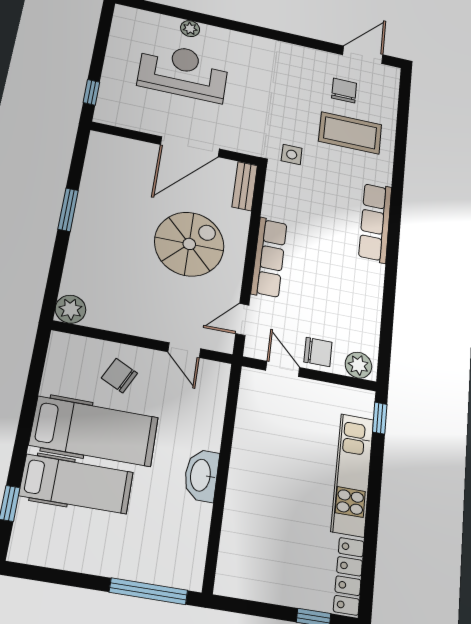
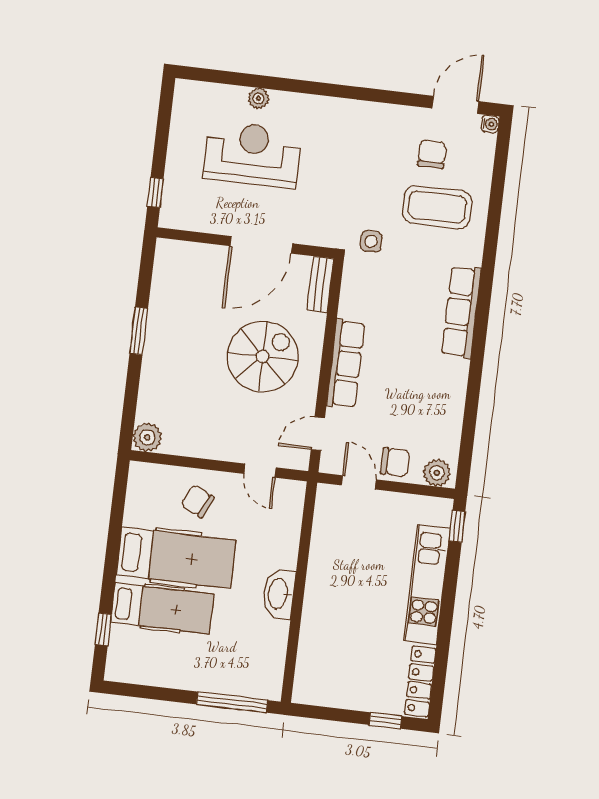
water cooler: (393, 73) -> (490, 124), added

